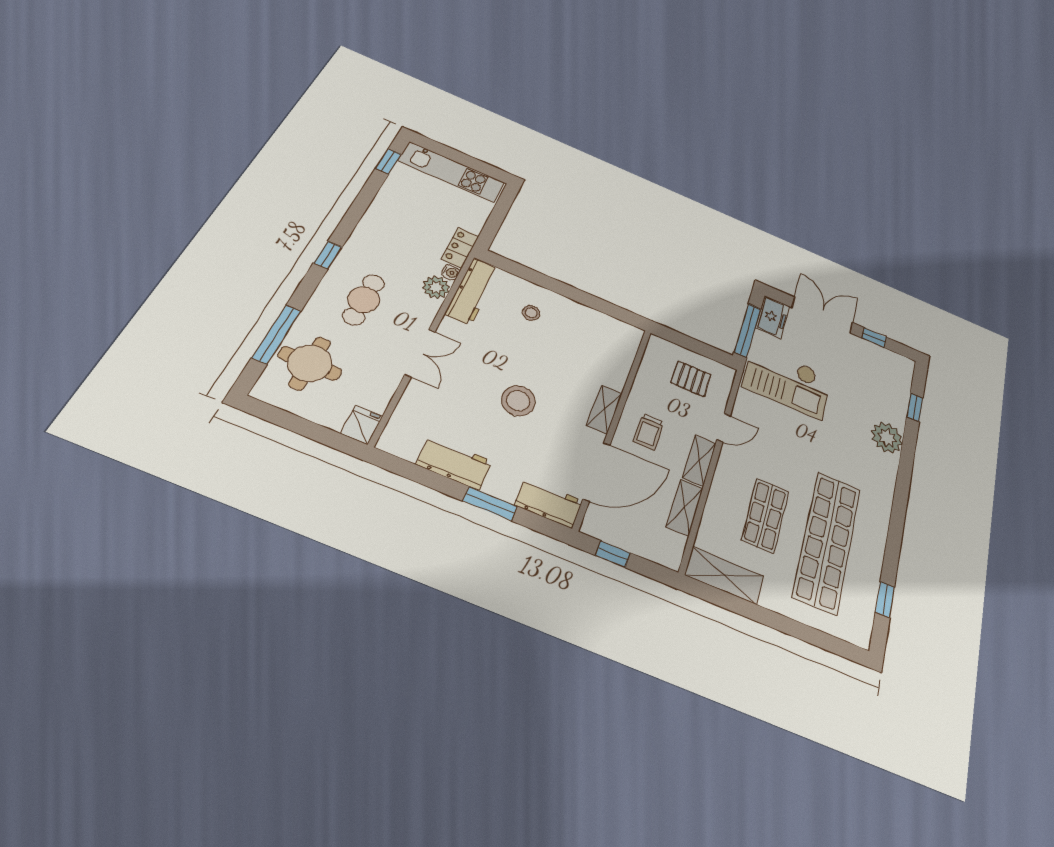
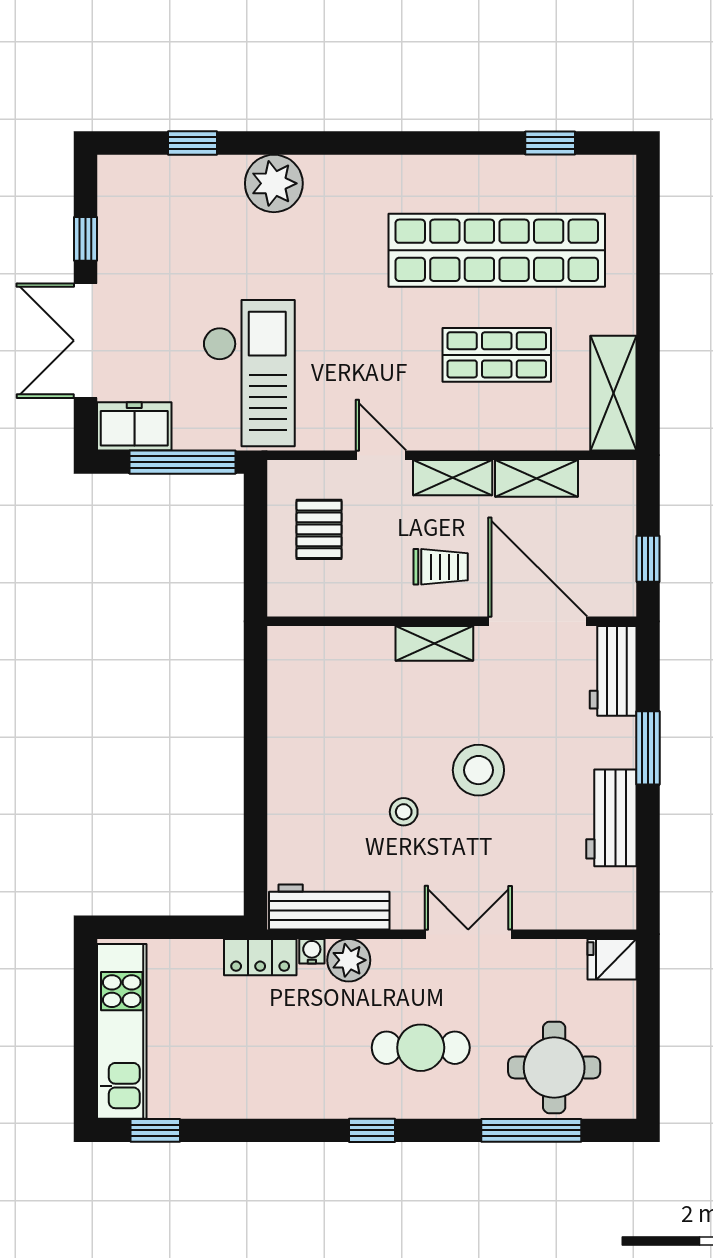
stool: (531, 313) -> (404, 812), moved

